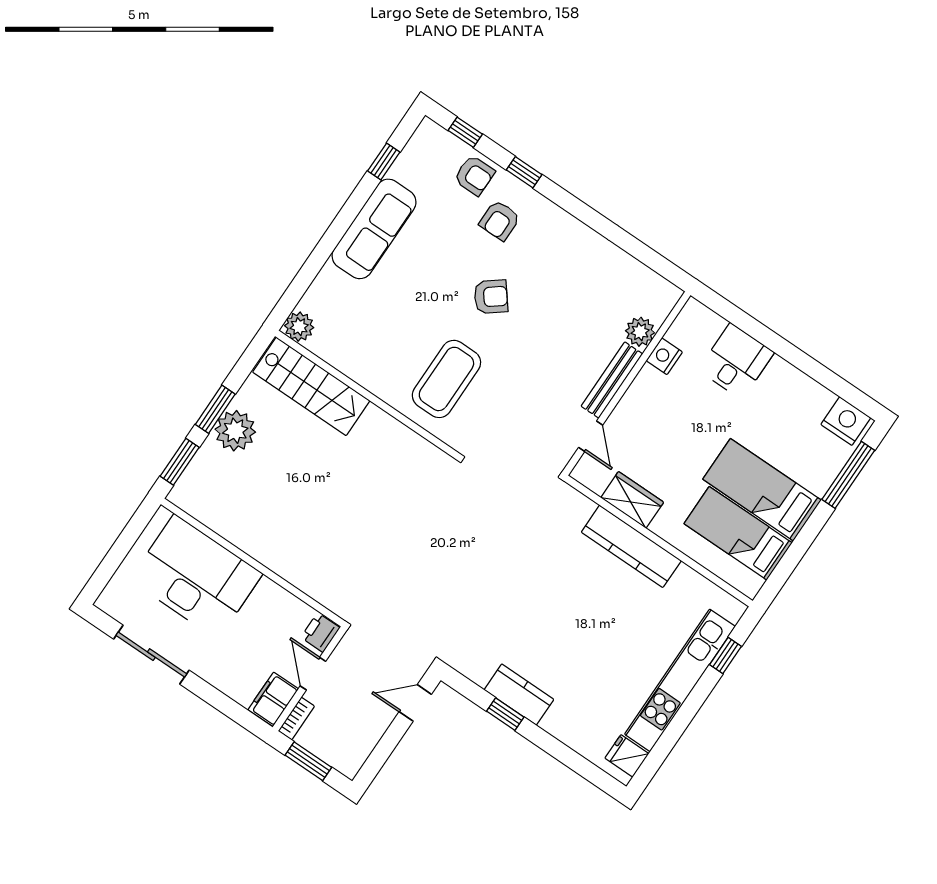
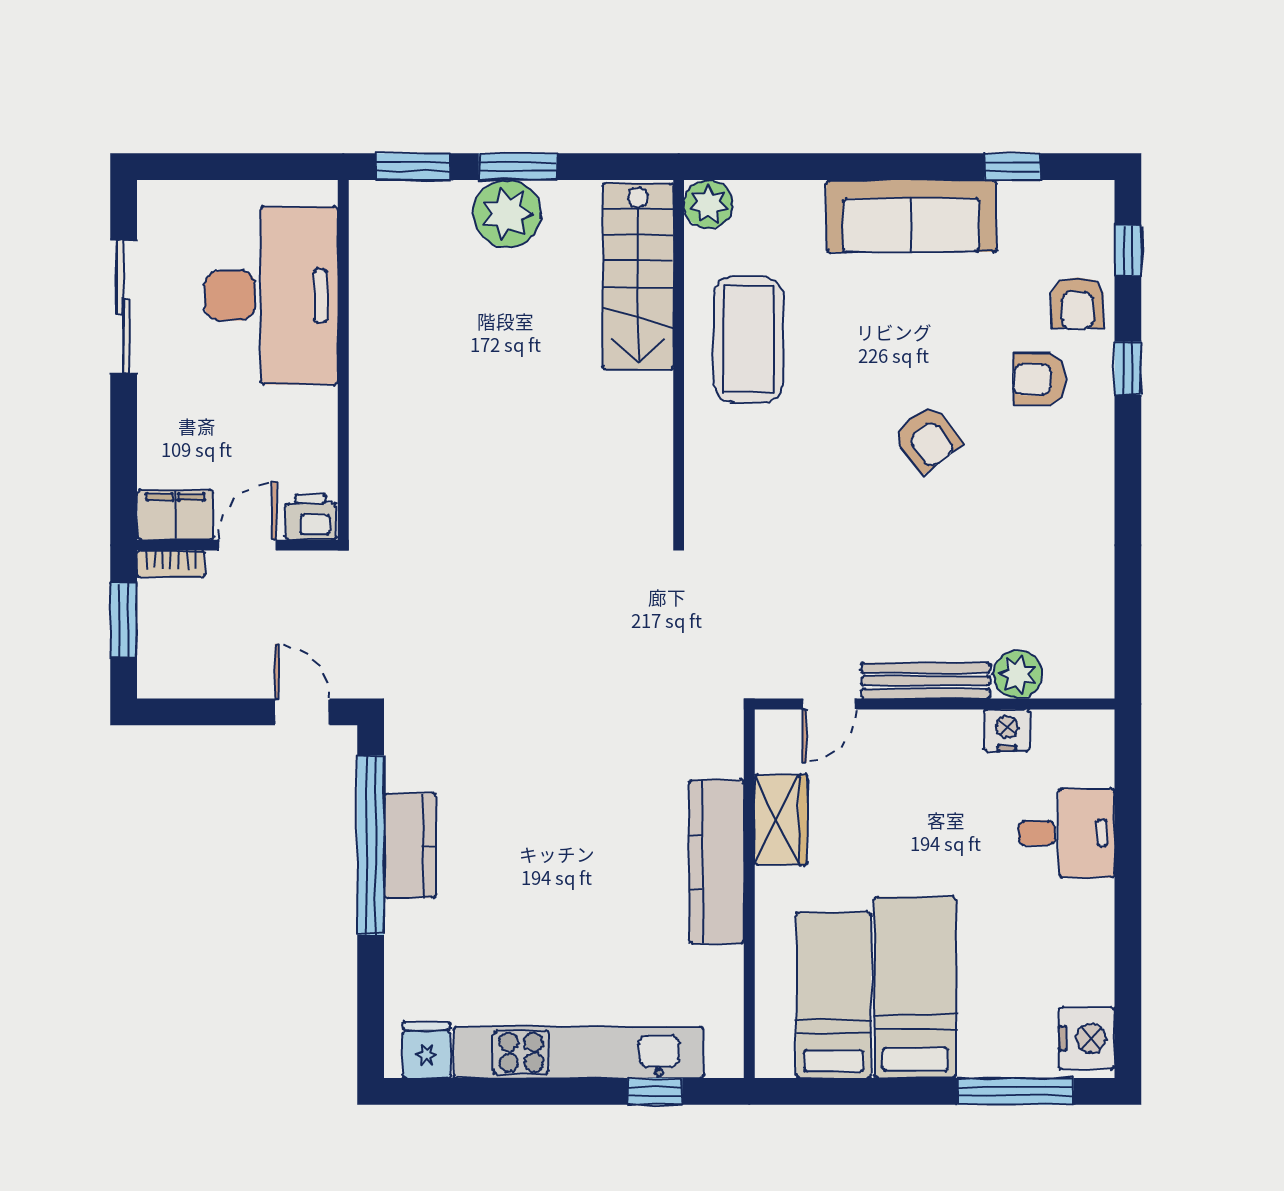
coffee table: (446, 379) -> (748, 340), moved, turned 90
window: (505, 714) -> (371, 845), width x3.17

